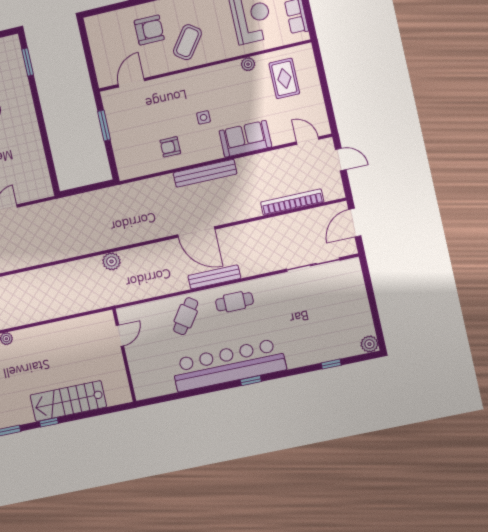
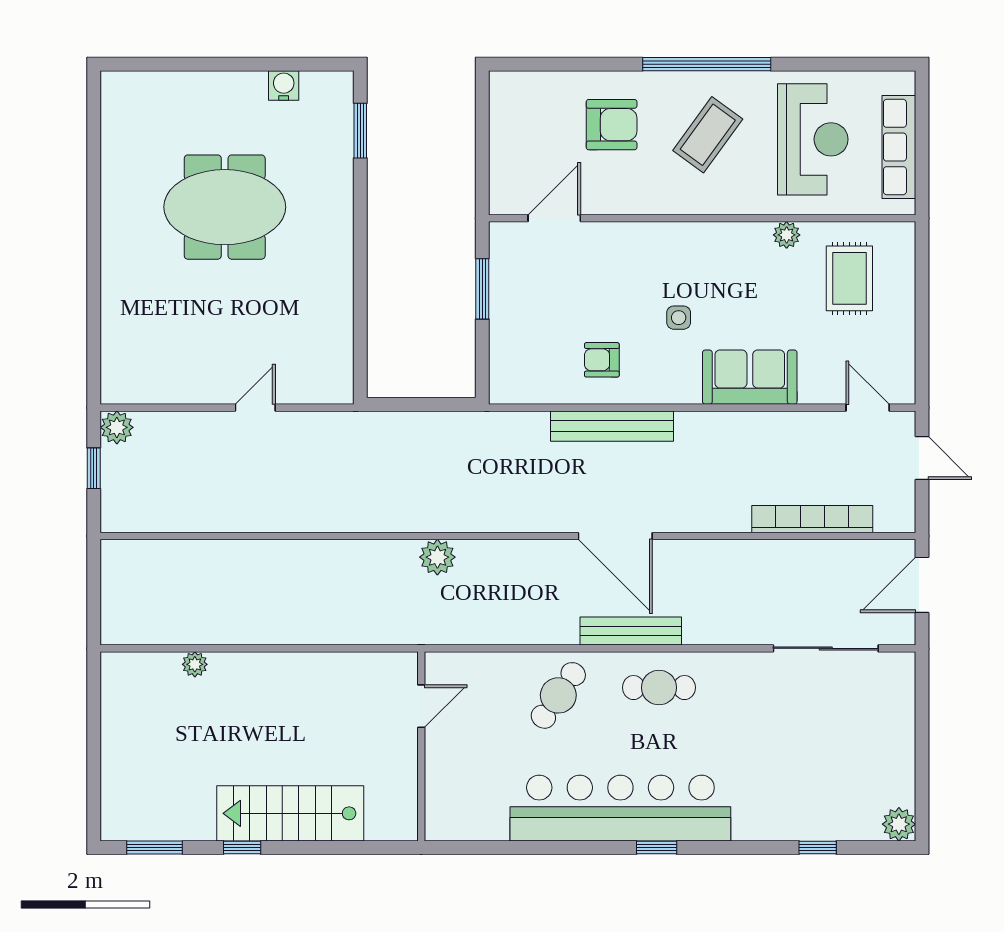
coffee table: (187, 42) -> (708, 135), moved
bench: (205, 173) -> (612, 426), moved

